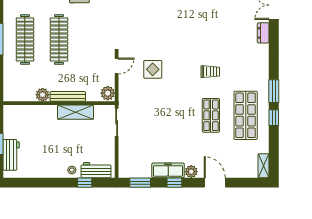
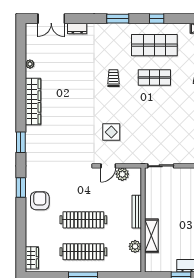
door: (117, 66) -> (108, 166), swing flipped
window: (274, 91) -> (118, 19), moved
plant: (108, 93) -> (122, 174), moved
plant: (43, 95) -> (135, 246), moved
shelving: (76, 112) -> (151, 236), moved

